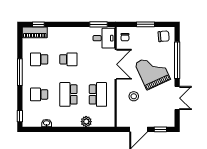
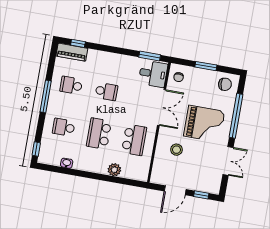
grand piano: (152, 71) -> (204, 124), turned 115

